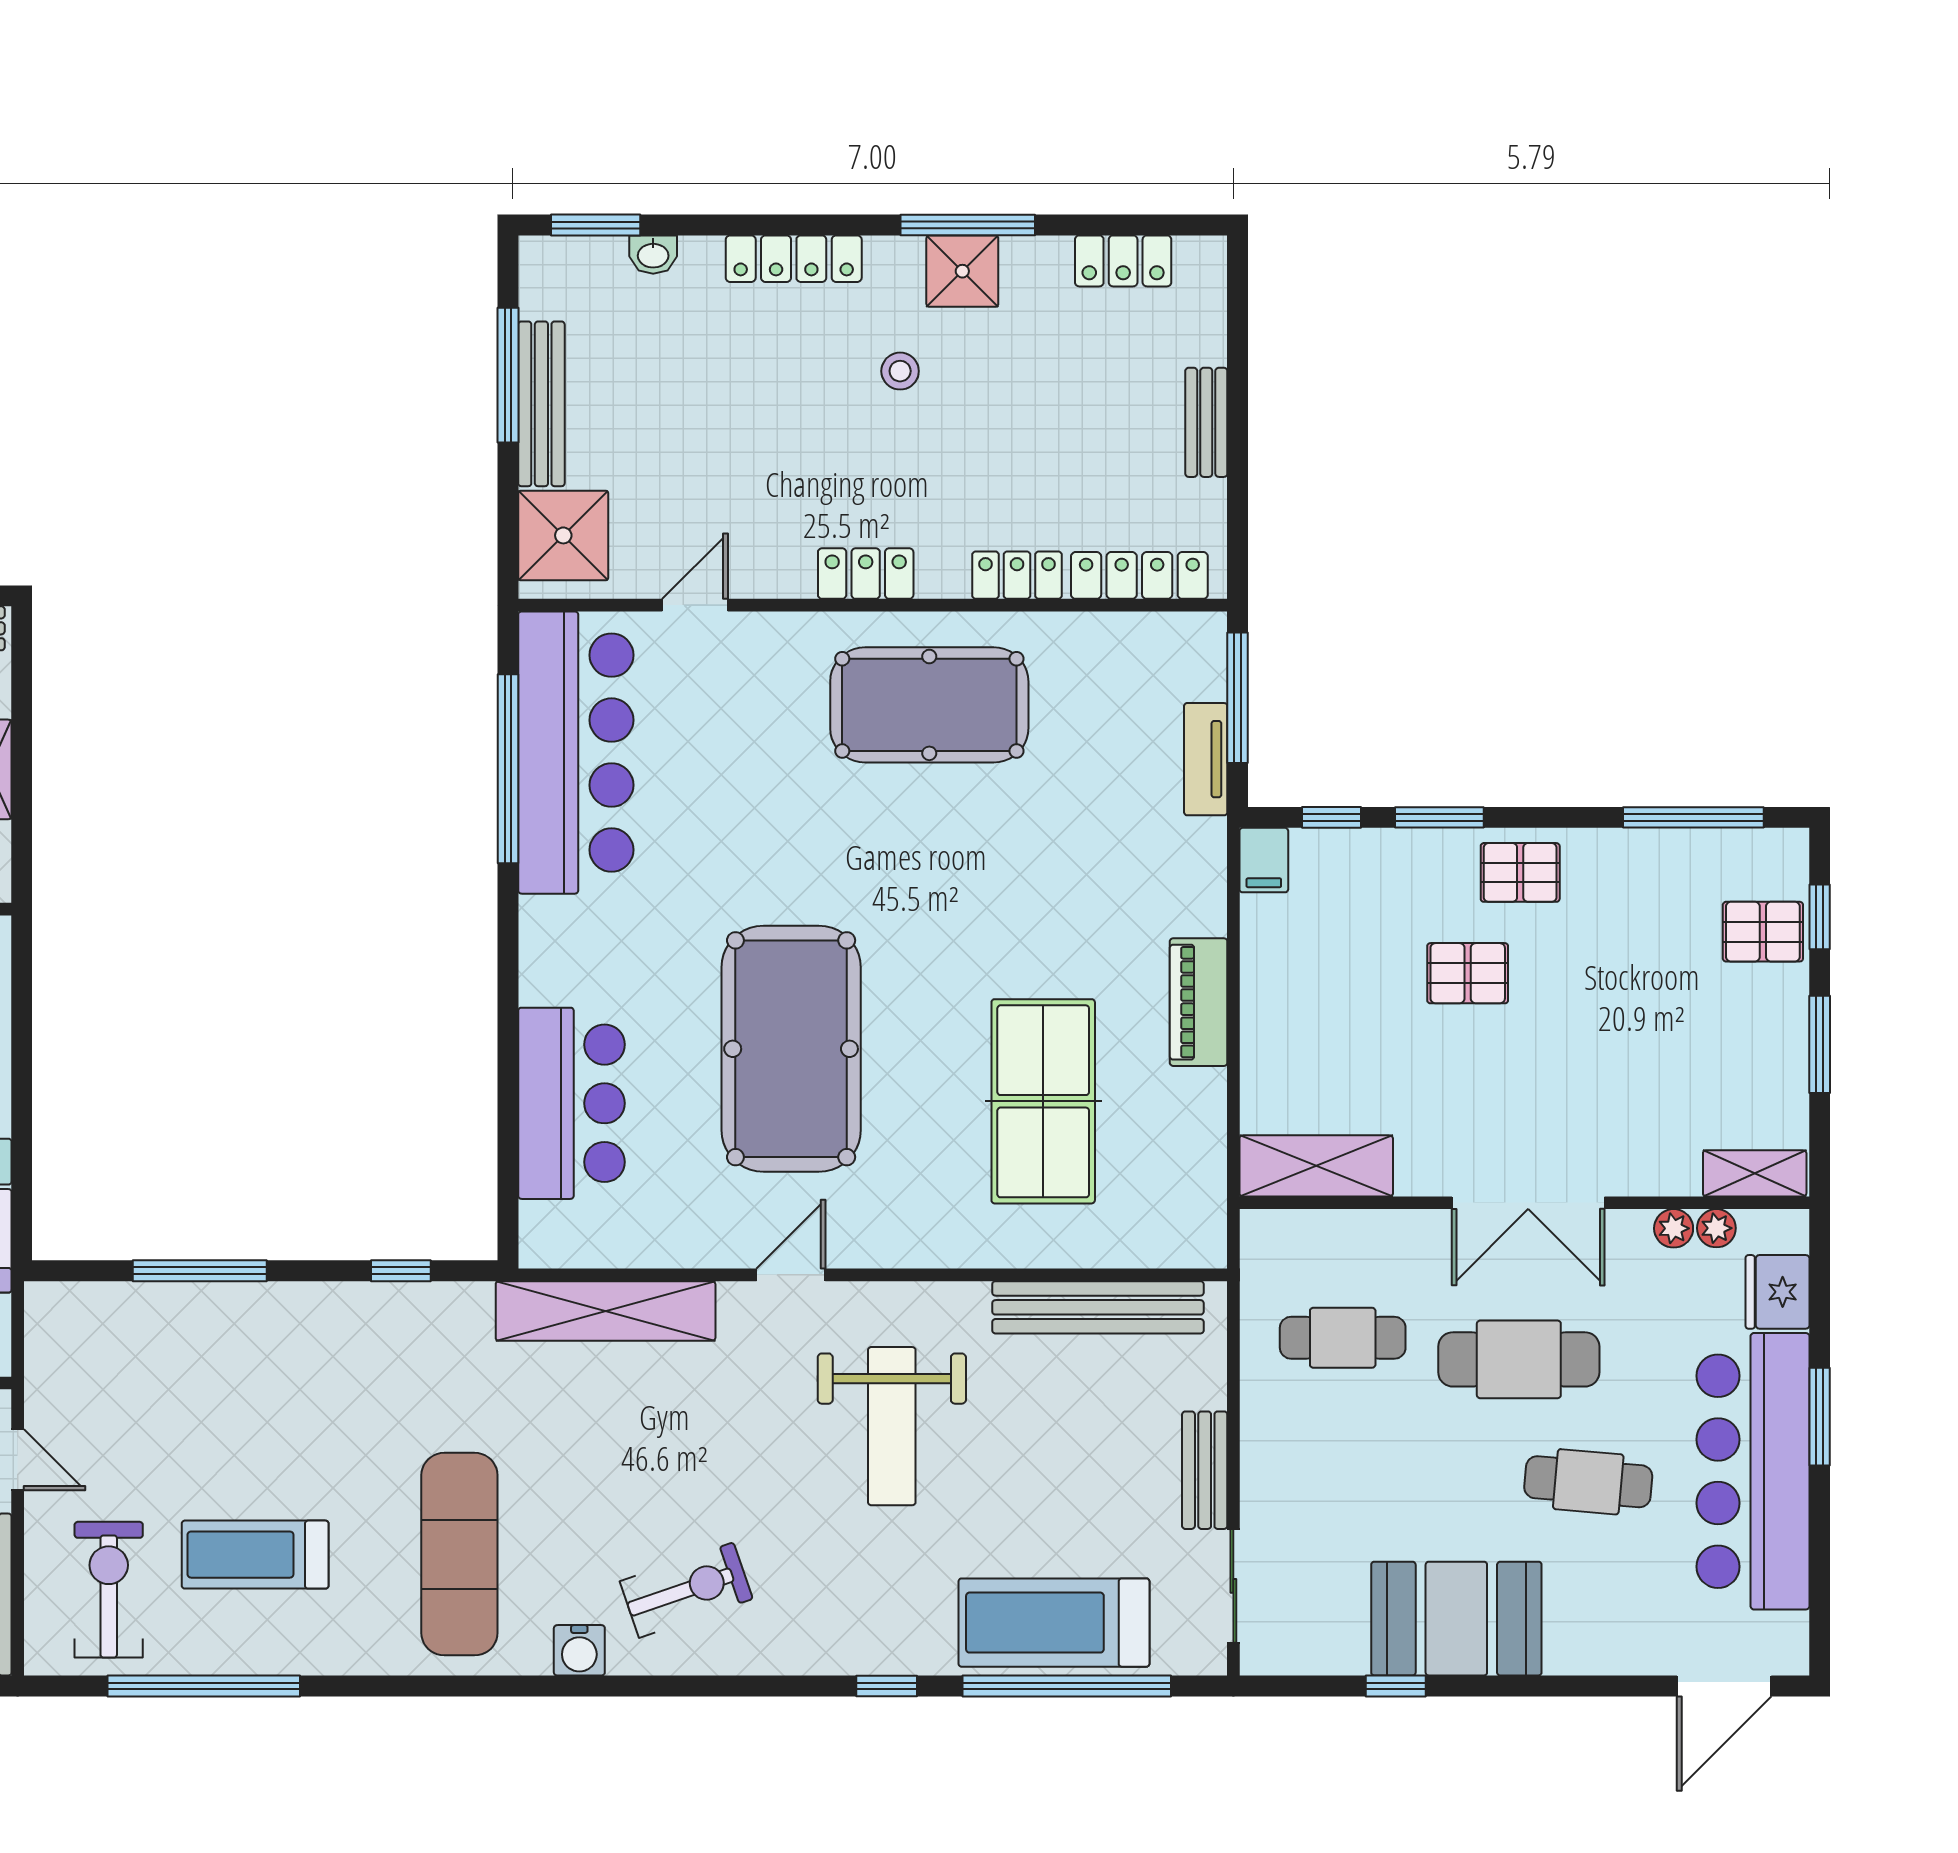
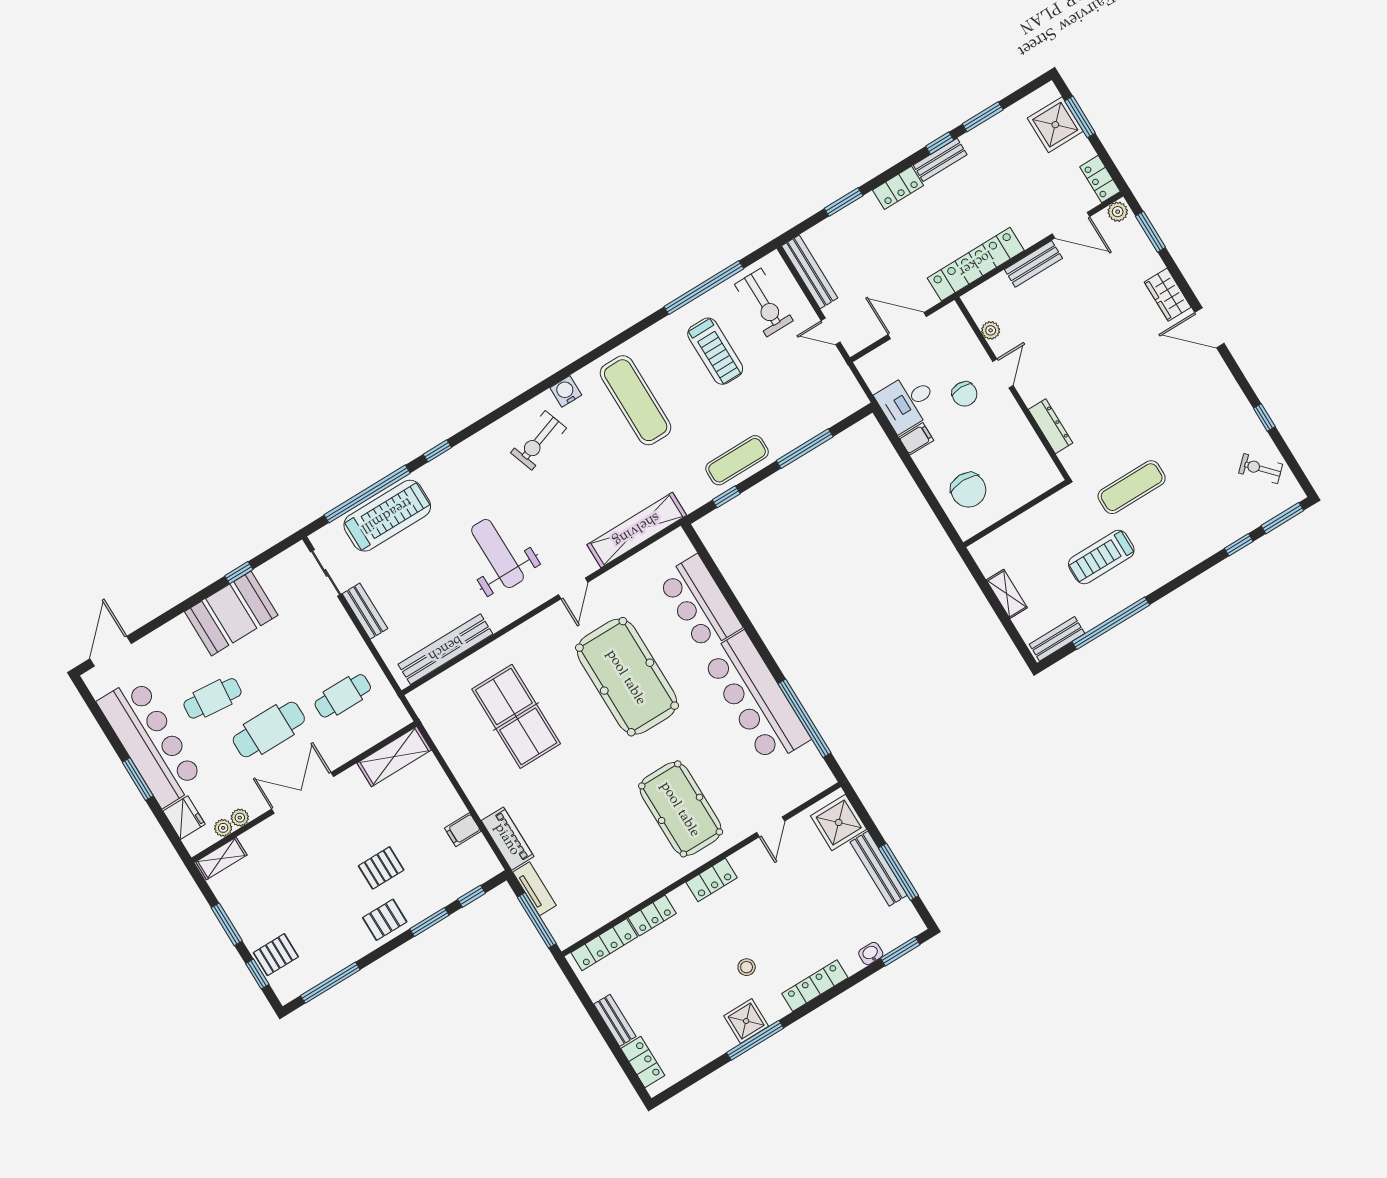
locker: (1123, 261) -> (643, 1062), moved, turned 90
pool table: (929, 705) -> (681, 809), moved, turned 90
bar counter: (576, 753) -> (756, 698), moved
filing cabinet: (1264, 860) -> (463, 830), moved, turned -90
piano: (1199, 1002) -> (508, 839), moved
exercise mat: (339, 1326) -> (737, 460), added
treadmill: (255, 1555) -> (715, 351), turned 90

